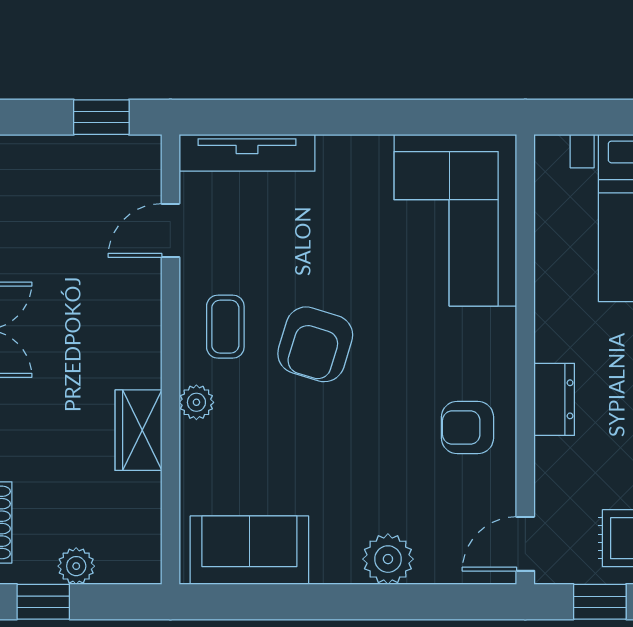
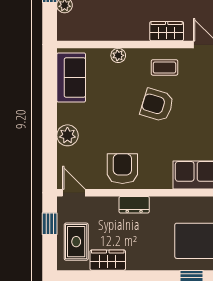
plant: (196, 402) -> (118, 55), moved
armchair: (467, 427) -> (122, 169), width x1.38, depth x1.38
wardrobe: (138, 430) -> (167, 31), moved

